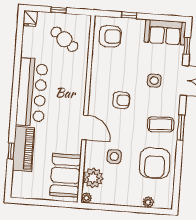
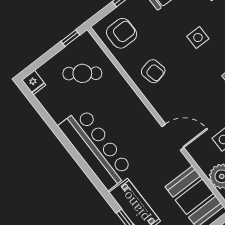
window: (58, 10) -> (70, 38), moved
armchair: (121, 100) -> (153, 71), moved, turned 77

